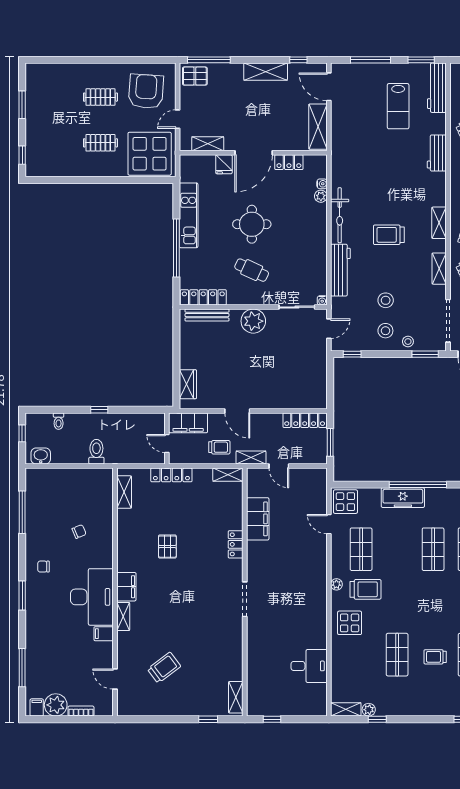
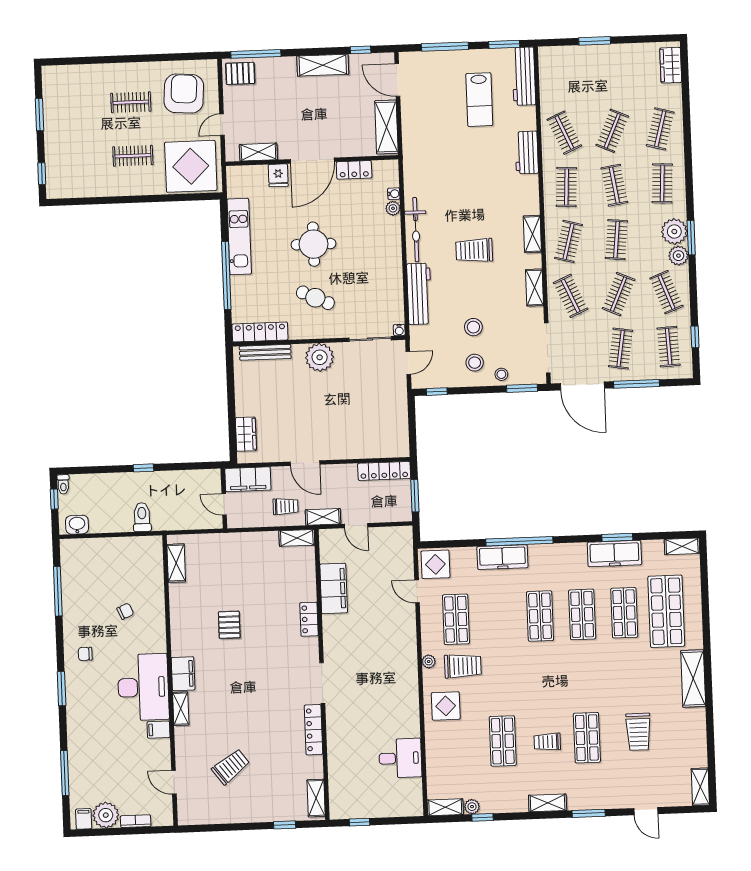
toilet: (59, 421) -> (63, 484), moved
locker: (171, 475) -> (314, 730), moved, turned 90
shelving: (433, 709) -> (548, 803), added

